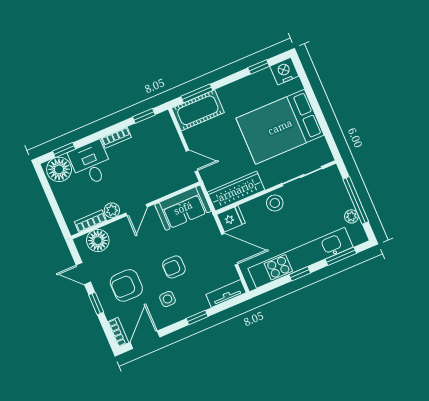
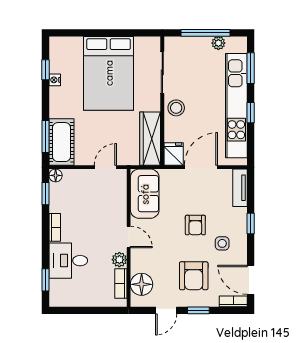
nightstand: (284, 71) -> (55, 80), moved, width x0.53, depth x0.56
floor lamp: (59, 169) -> (56, 175), moved, width x0.53, depth x0.53

